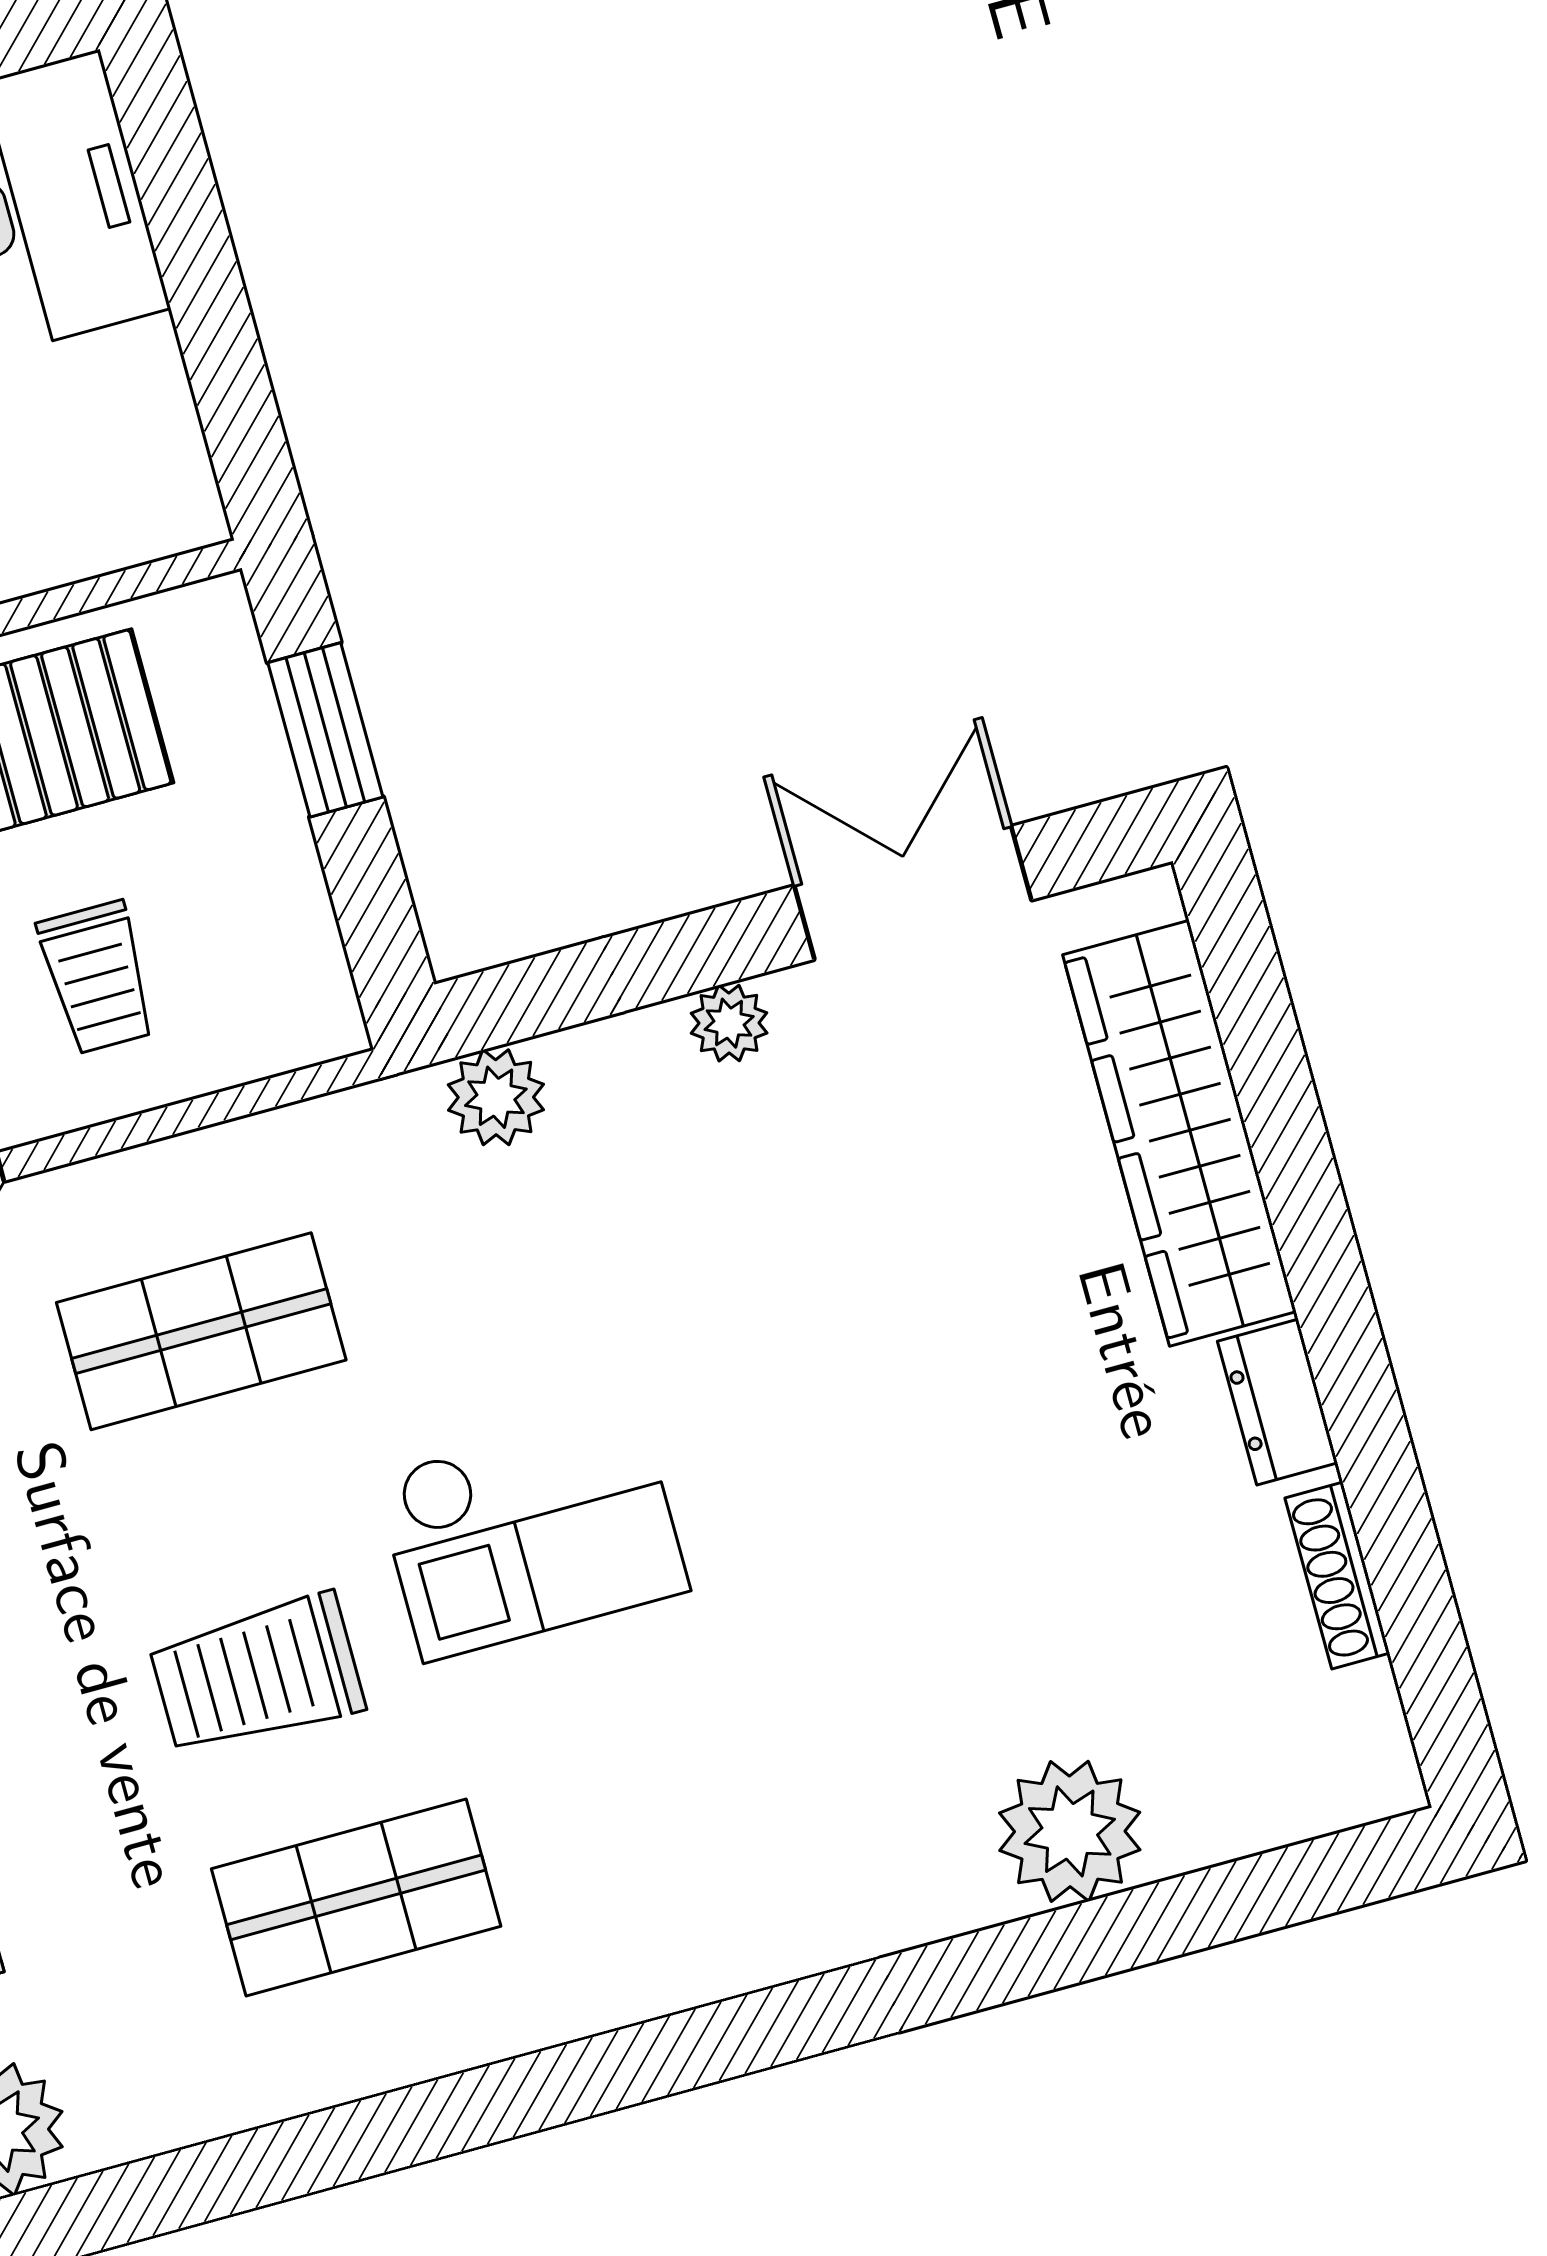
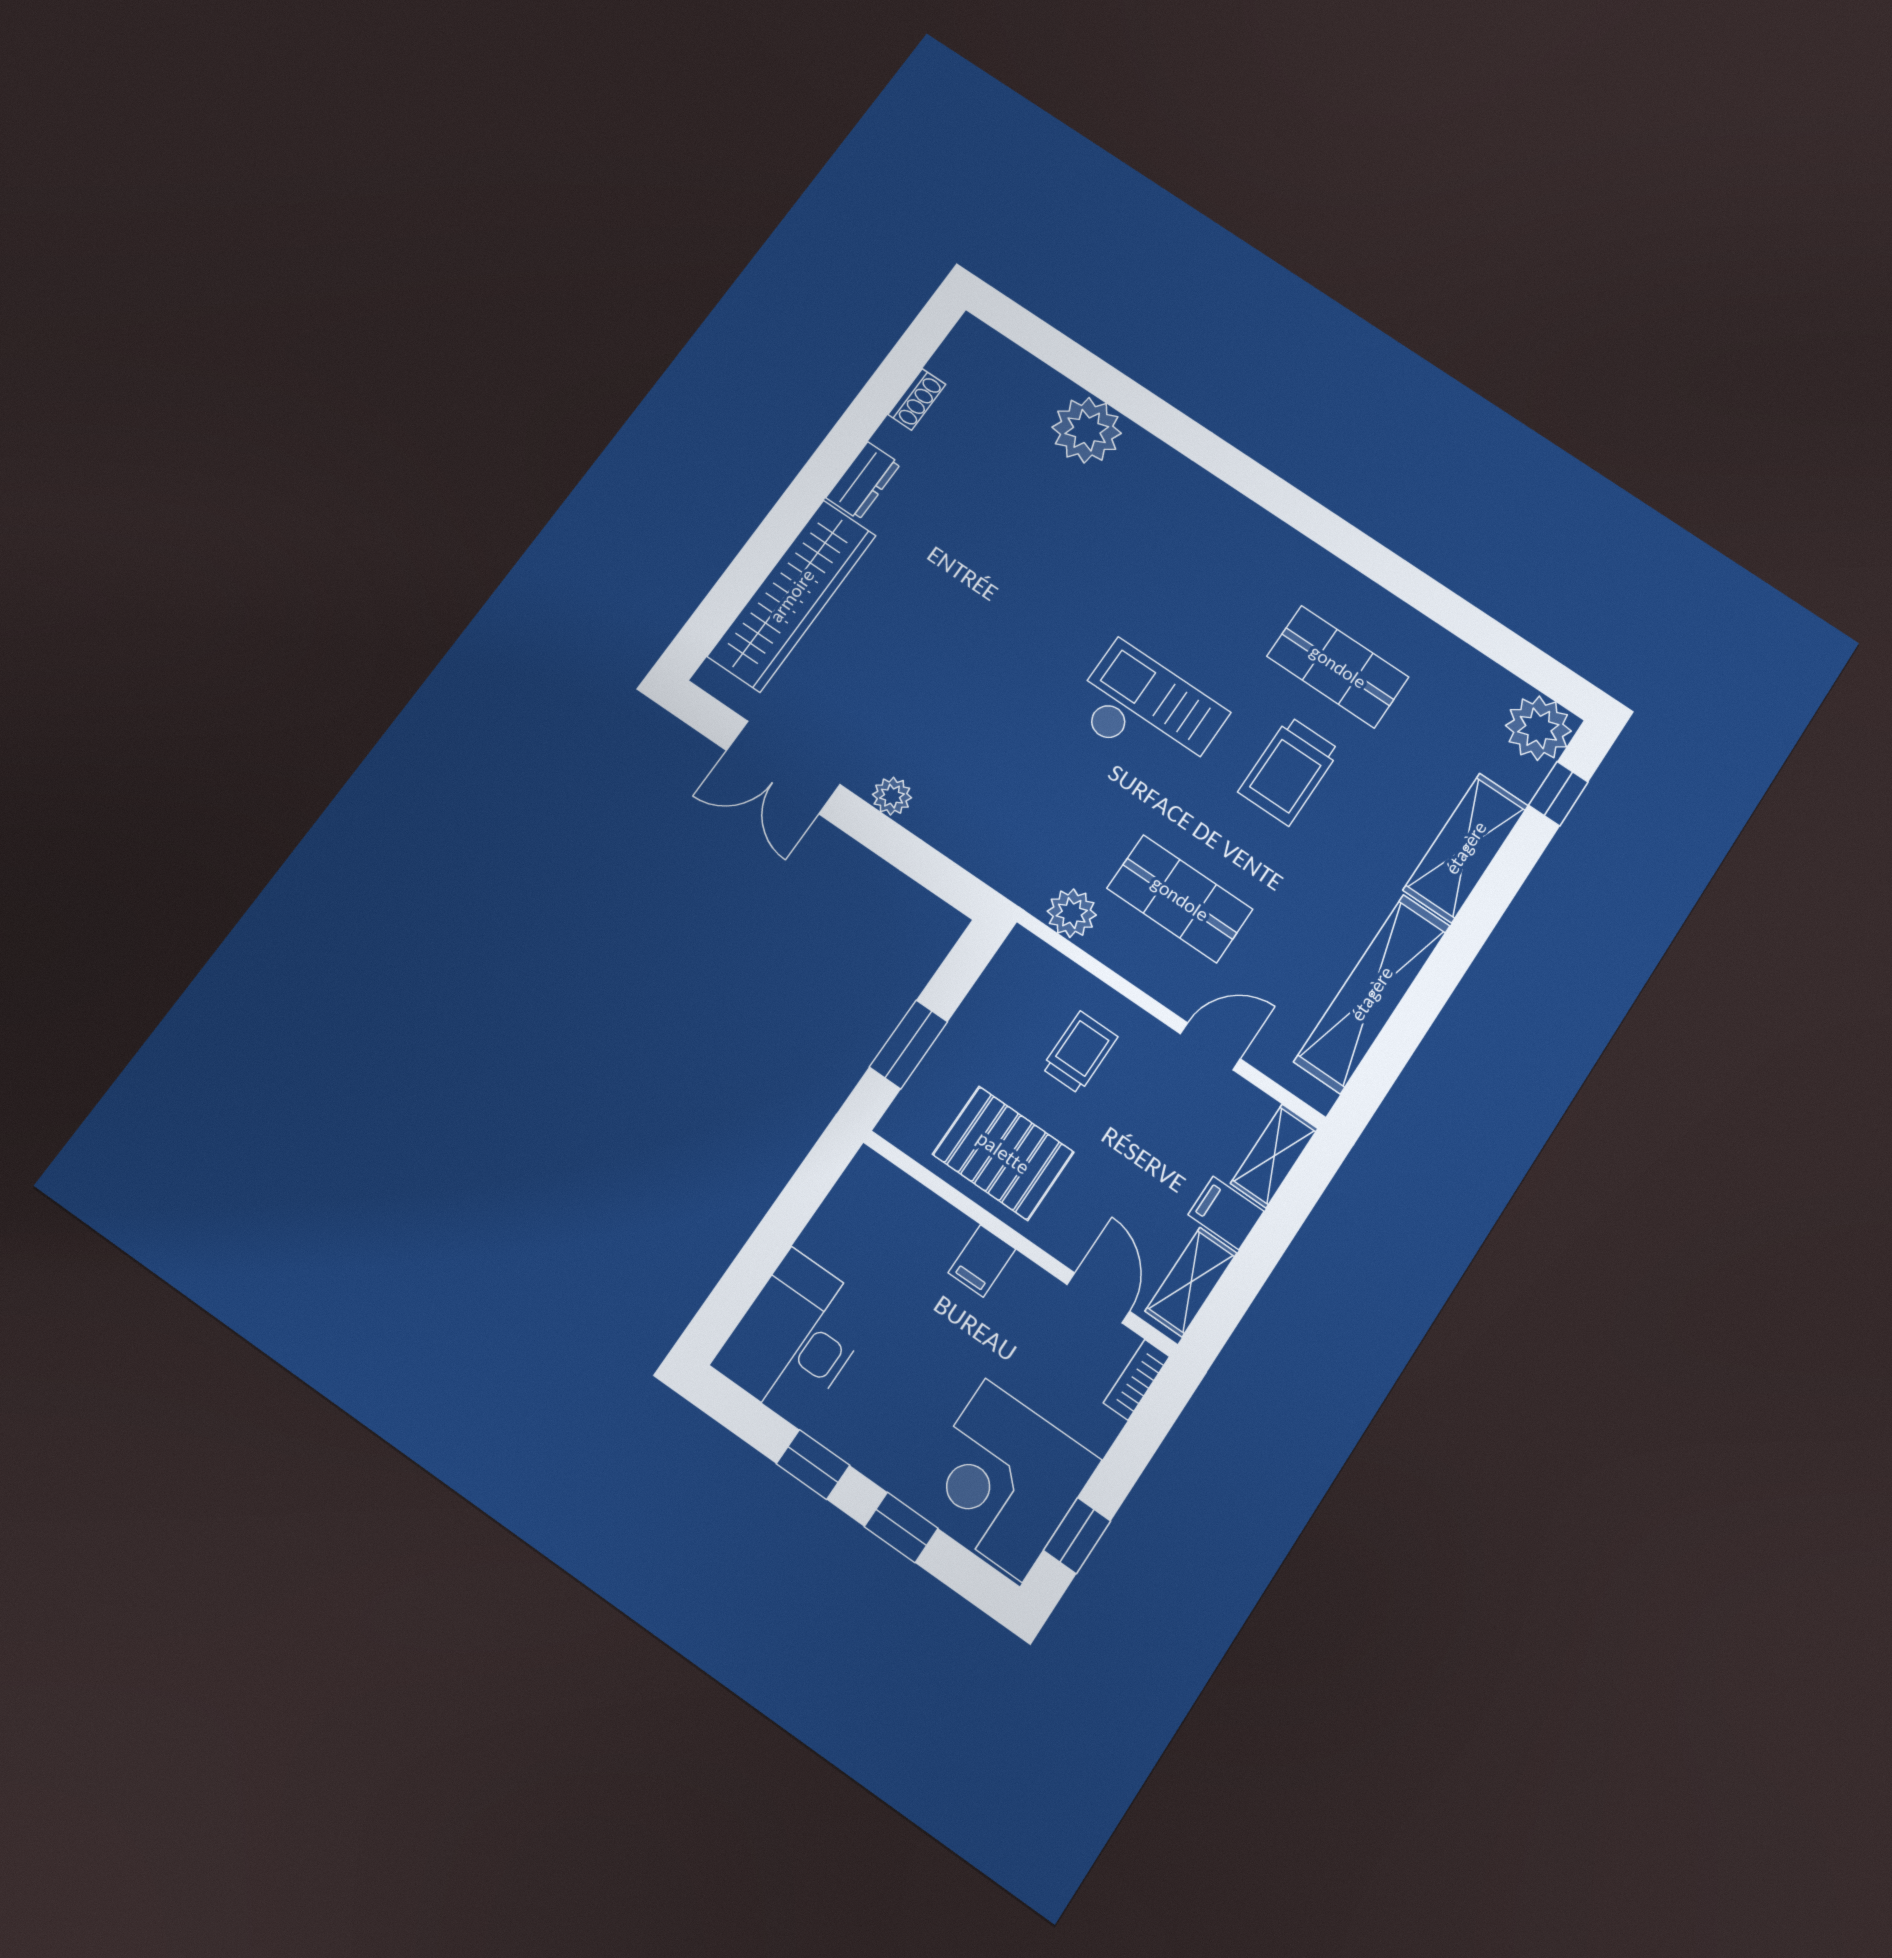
plant: (496, 1097) -> (1072, 913), moved
shoe rack: (1337, 1576) -> (917, 399), width x0.70
trolley: (257, 1675) -> (1289, 771), turned 90

